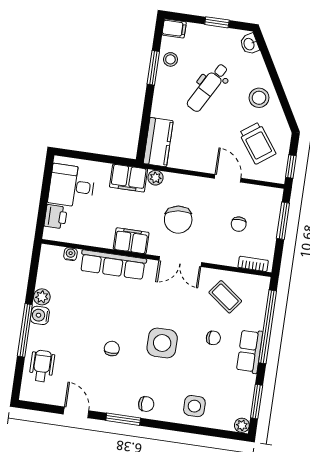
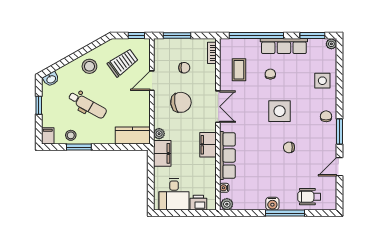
chair: (178, 220) -> (181, 102), moved
plant: (42, 297) -> (227, 204), moved
coffee table: (225, 297) -> (239, 70), turned -37
row of seats: (250, 351) -> (284, 46), width x1.48

